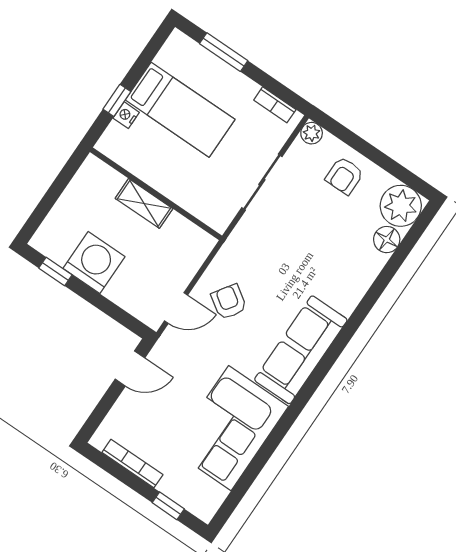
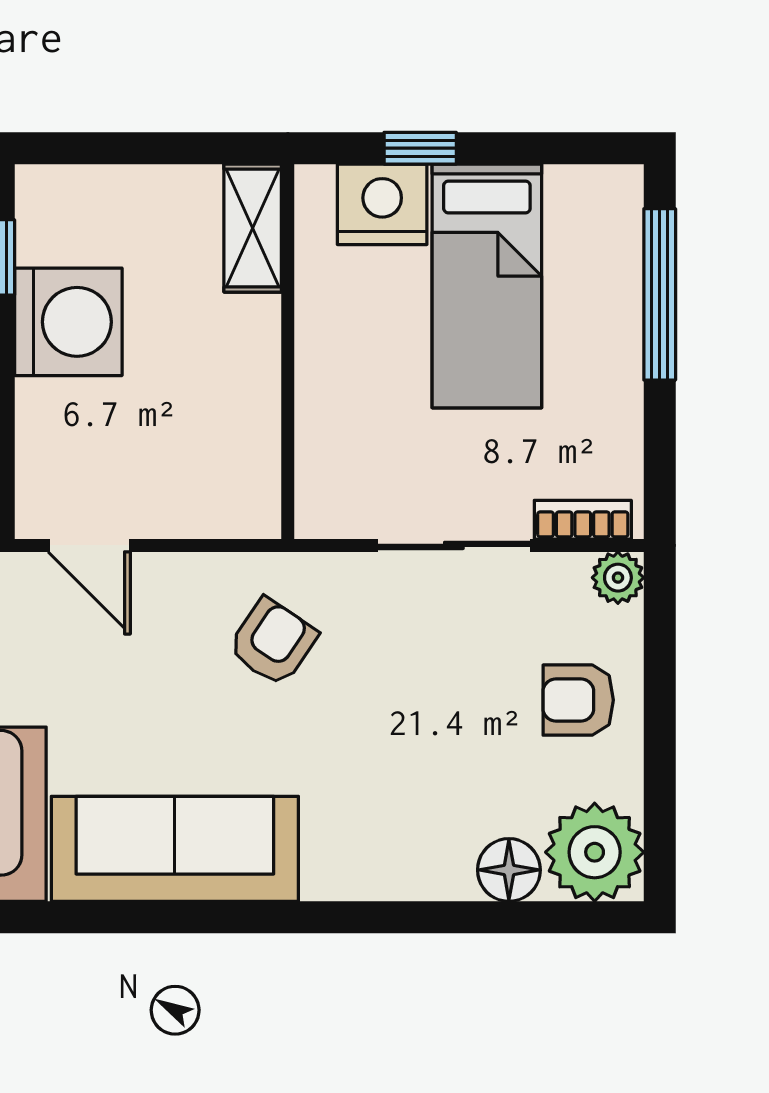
window: (224, 52) -> (660, 294), width x1.44
bookcase: (275, 105) -> (583, 520), moved, turned 90
nightstand: (126, 115) -> (382, 204), width x1.89, depth x1.79
shelving: (144, 203) -> (253, 228), moved
armchair: (229, 302) -> (273, 642), moved

